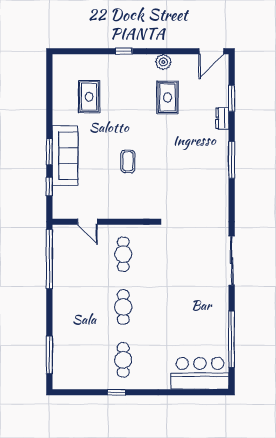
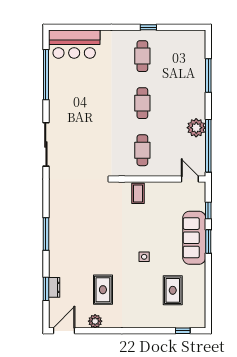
window: (124, 51) -> (183, 331), moved
plant: (163, 62) -> (95, 321), moved
dresser: (222, 118) -> (54, 287), moved
side table: (121, 134) -> (144, 257), added
coffee table: (128, 161) -> (138, 193), moved
door: (88, 222) -> (190, 179), moved
plant: (63, 279) -> (196, 128), added
window: (49, 355) -> (208, 75), moved

